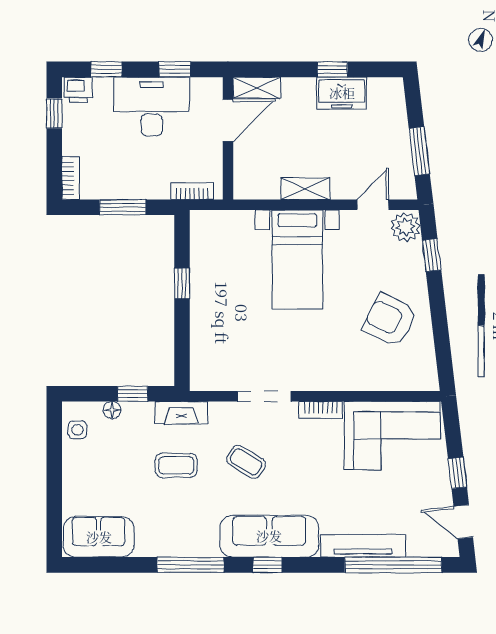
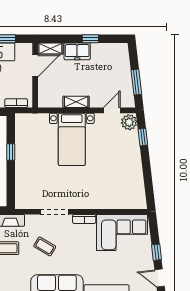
freezer: (342, 93) -> (77, 51), moved
armchair: (390, 320) -> (121, 171), removed

